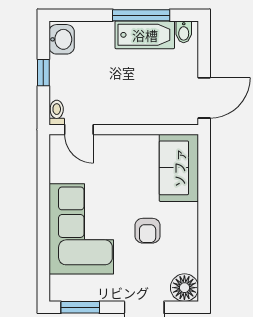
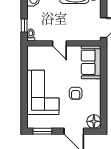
window: (43, 73) -> (24, 26), moved
door: (79, 130) -> (60, 43), moved

